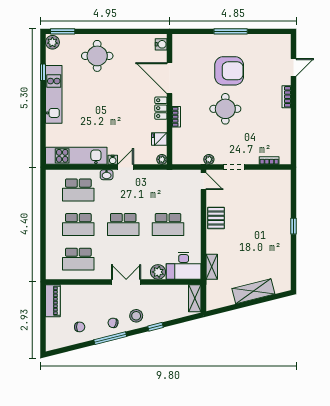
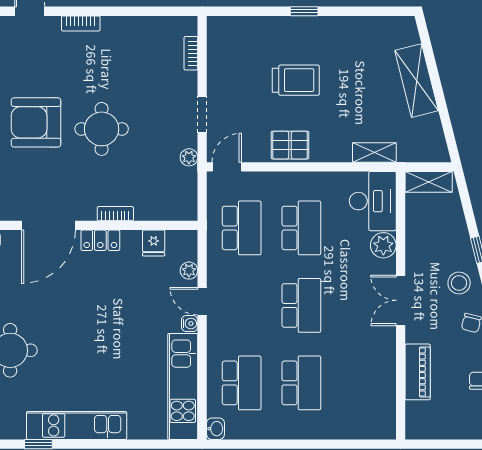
armchair: (229, 71) -> (36, 122), turned -90
plant: (162, 159) -> (189, 271), moved
washbasin: (107, 175) -> (215, 429), moved
trolley: (254, 221) -> (296, 80), added
school desk: (78, 259) -> (242, 228), moved
piano: (53, 301) -> (418, 372), moved, turned 90

